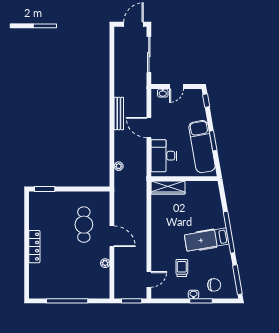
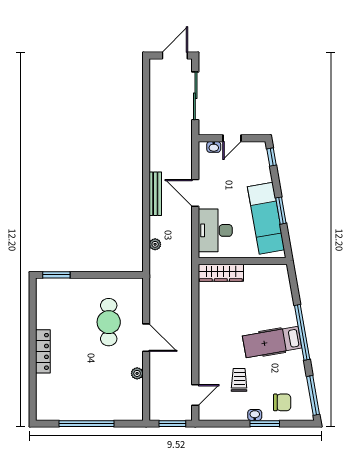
bench: (119, 113) -> (155, 194), moved

